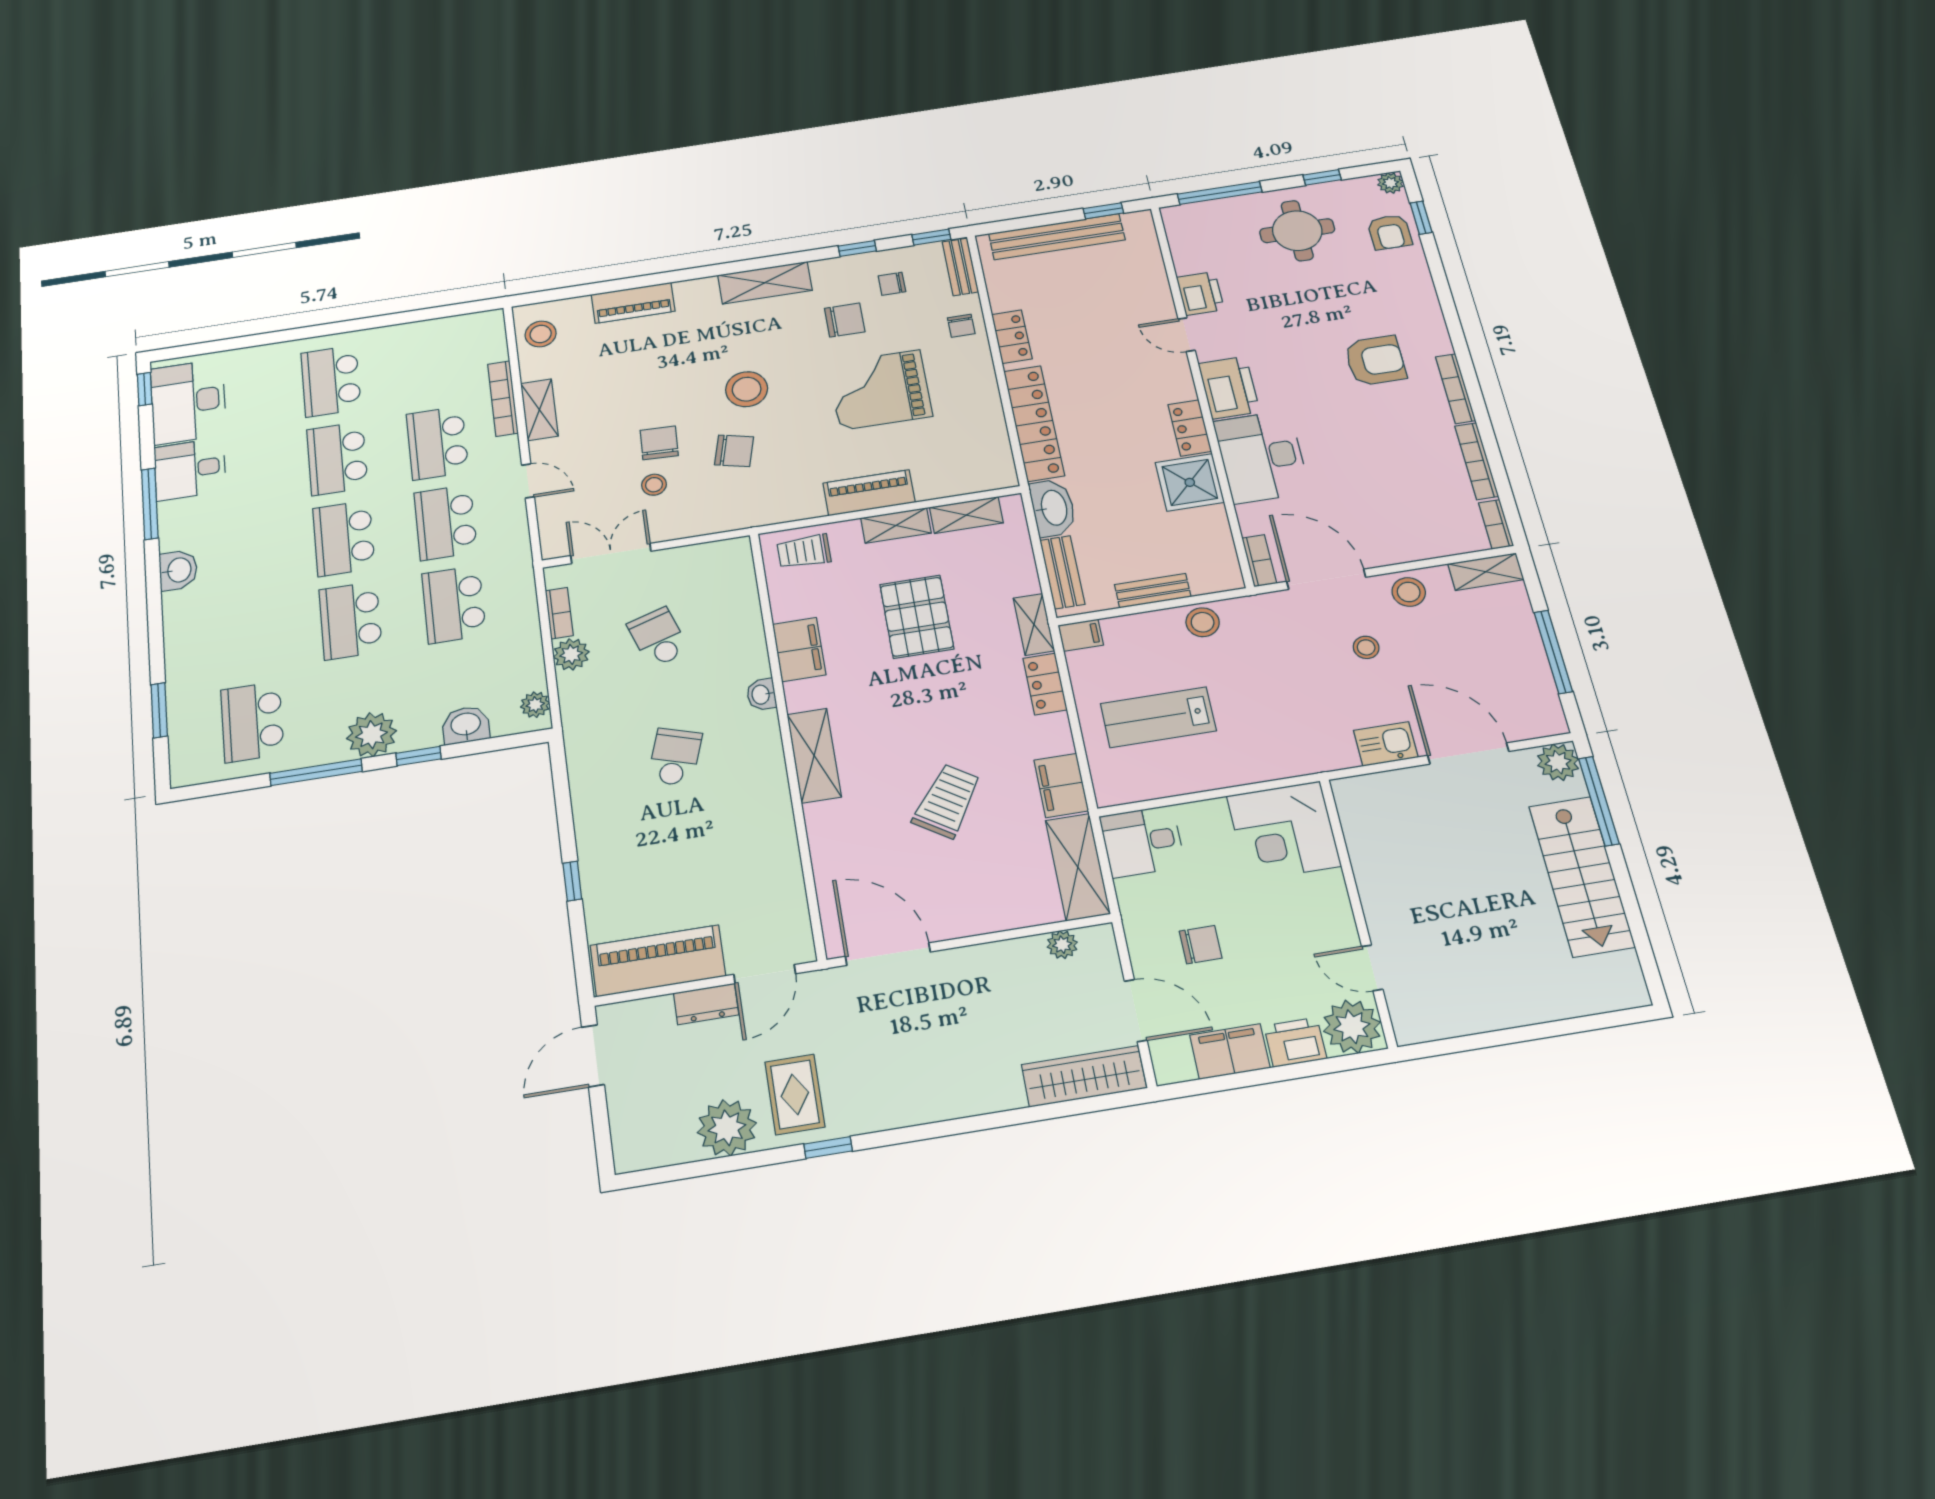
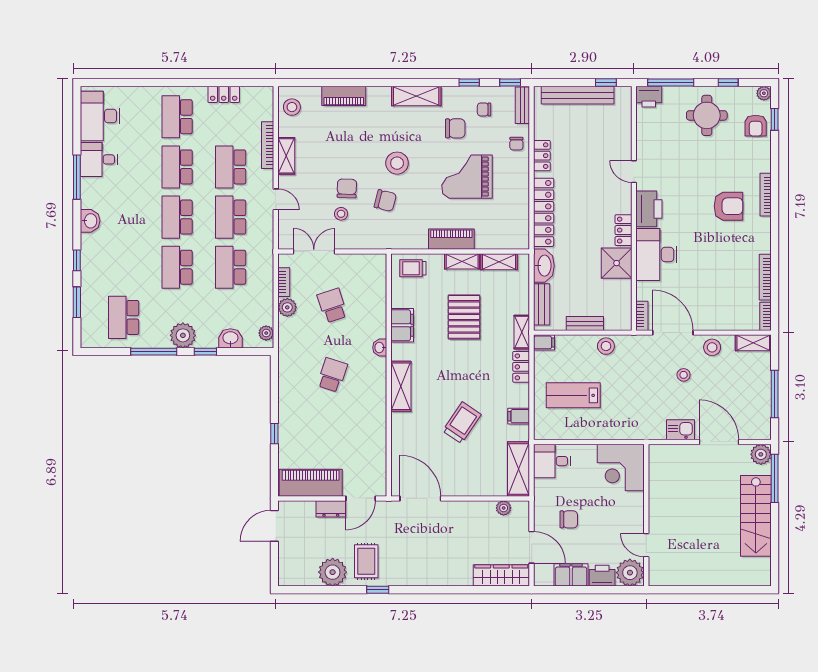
printer: (1200, 293) -> (649, 97), moved, turned 90
locker: (414, 334) -> (224, 94), added
window: (145, 389) -> (77, 260), moved
bookcase: (1456, 389) -> (766, 195), moved
filing cabinet: (1061, 785) -> (519, 416), width x0.50

